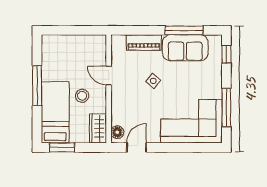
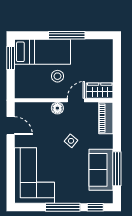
piano: (144, 42) -> (106, 118), moved
window: (226, 108) -> (63, 207), moved
wardrobe: (98, 128) -> (100, 91), moved
floor lamp: (117, 132) -> (57, 108), moved

